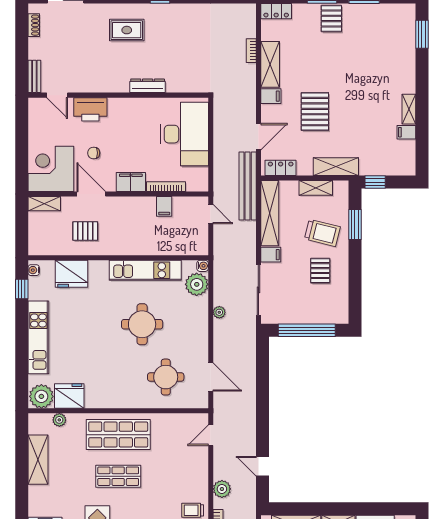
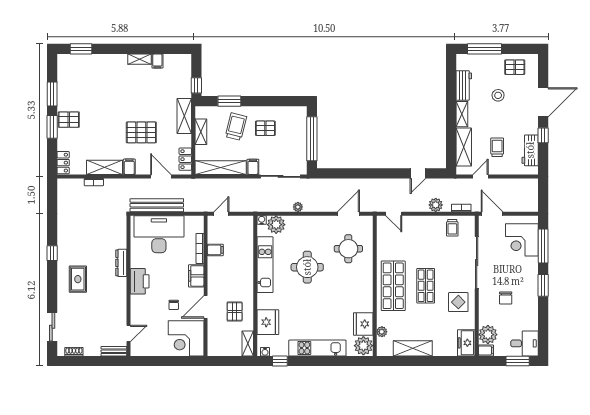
printer: (90, 109) -> (140, 281), moved
bench: (248, 186) -> (157, 205), moved
shelving: (44, 204) -> (248, 343), moved

